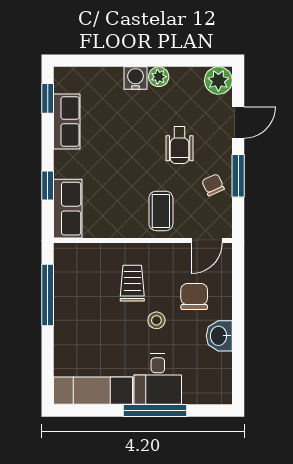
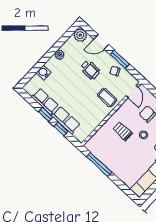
water cooler: (136, 78) -> (44, 73), moved
window: (48, 98) -> (46, 114), moved
door: (238, 122) -> (101, 42), swing flipped
row of seats: (68, 209) -> (66, 120), moved

